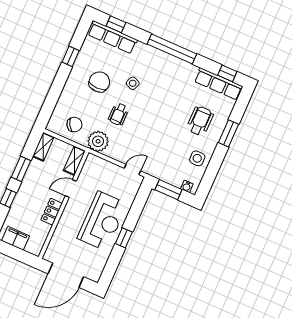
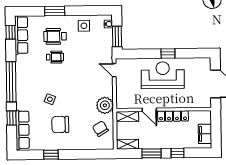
window: (116, 24) -> (12, 118), moved
wheelchair: (118, 114) -> (55, 57), moved
locker: (52, 212) -> (173, 116), width x1.53

